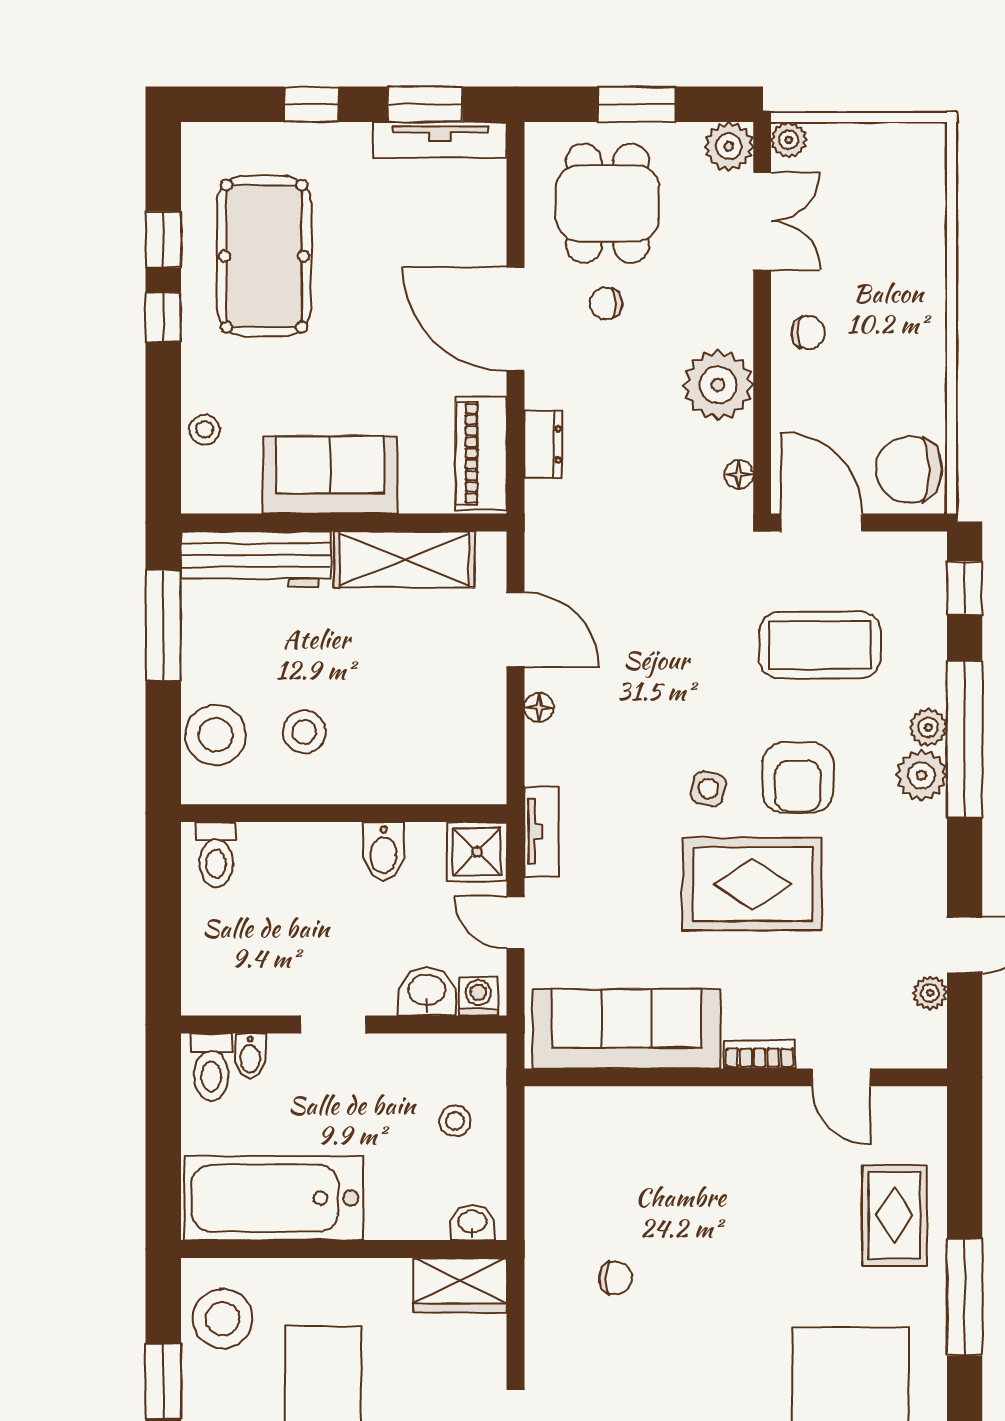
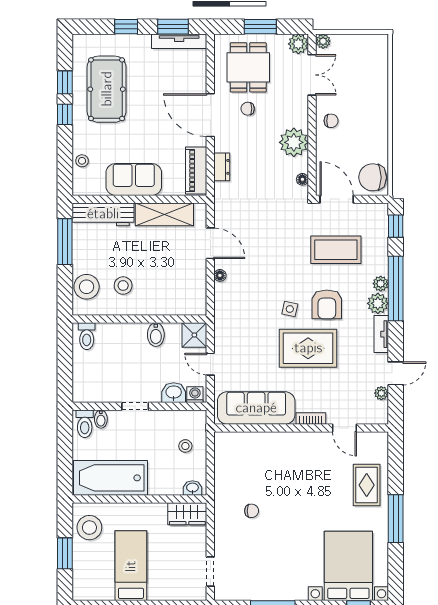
tv unit: (542, 832) -> (381, 334), moved, turned 180

